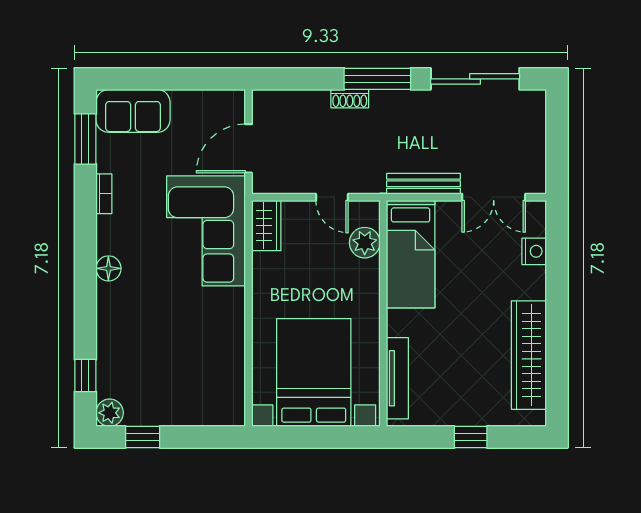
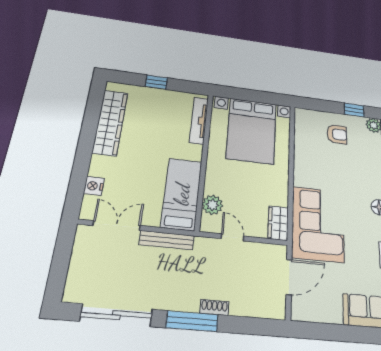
armchair: (174, 386) -> (337, 134), added

